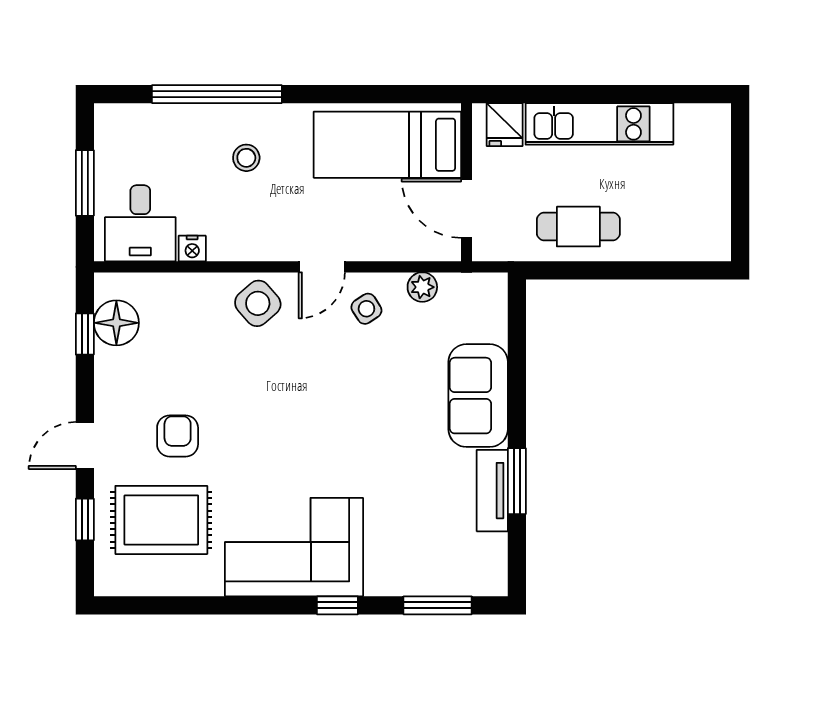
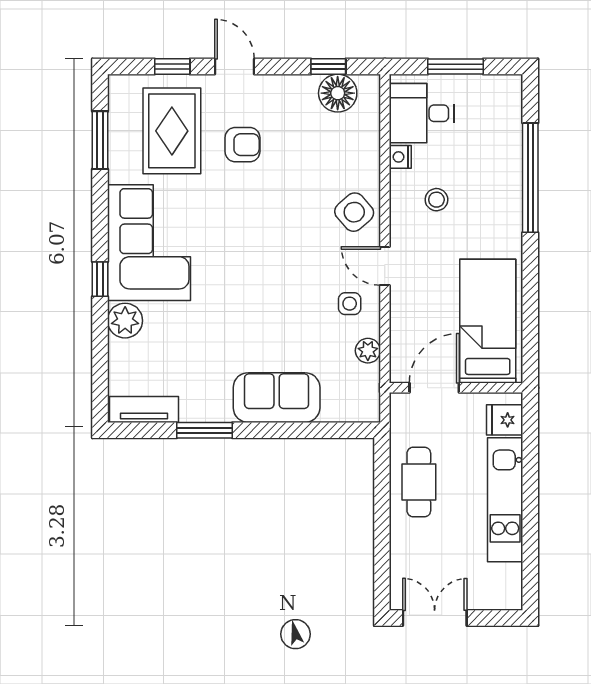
stool: (246, 158) -> (436, 200), moved
double door: (740, 208) -> (435, 618), added
side table: (366, 309) -> (350, 304), turned 33
tv unit: (492, 491) -> (144, 409), moved
plant: (387, 576) -> (125, 321), added
window: (438, 605) -> (100, 140), moved

